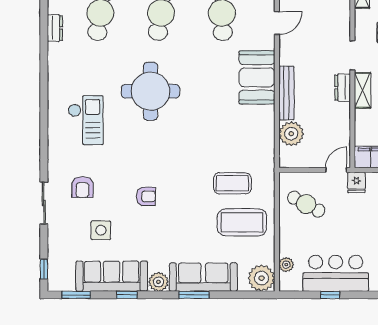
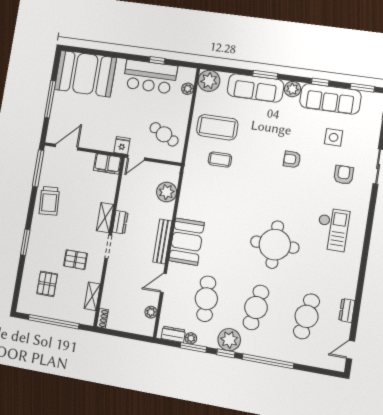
bench: (286, 93) -> (162, 241), moved
checkout: (86, 120) -> (332, 229), turned 180
coffee table: (232, 183) -> (220, 160), width x0.73, depth x0.77

